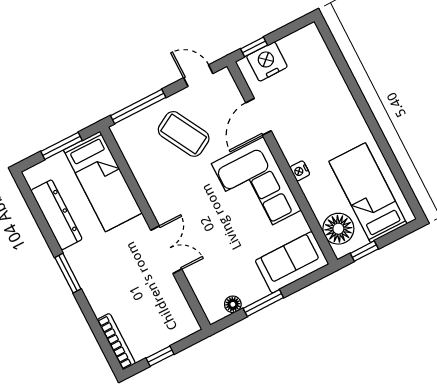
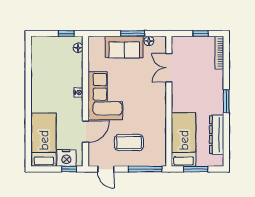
coffee table: (184, 134) -> (129, 143), turned -61
bed: (368, 193) -> (44, 140), moved, turned 180
floor lamp: (338, 229) -> (78, 48), width x0.53, depth x0.53
double door: (166, 250) -> (169, 68), moved
sofa: (292, 262) -> (124, 47), moved

